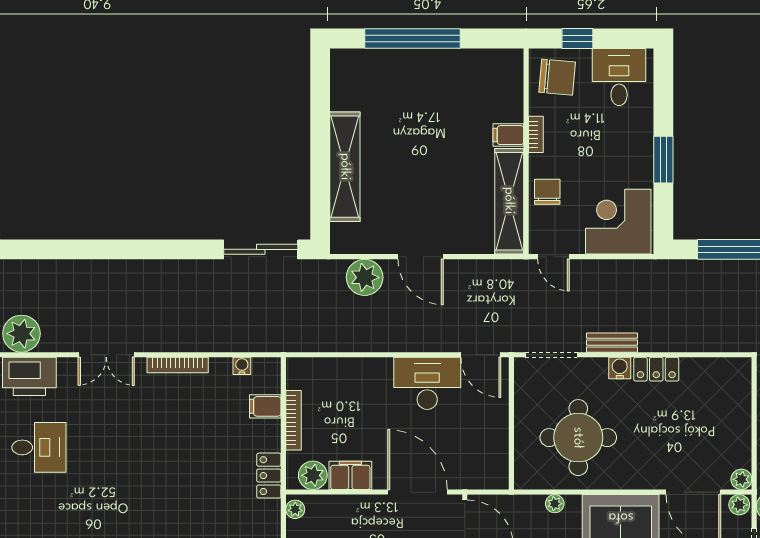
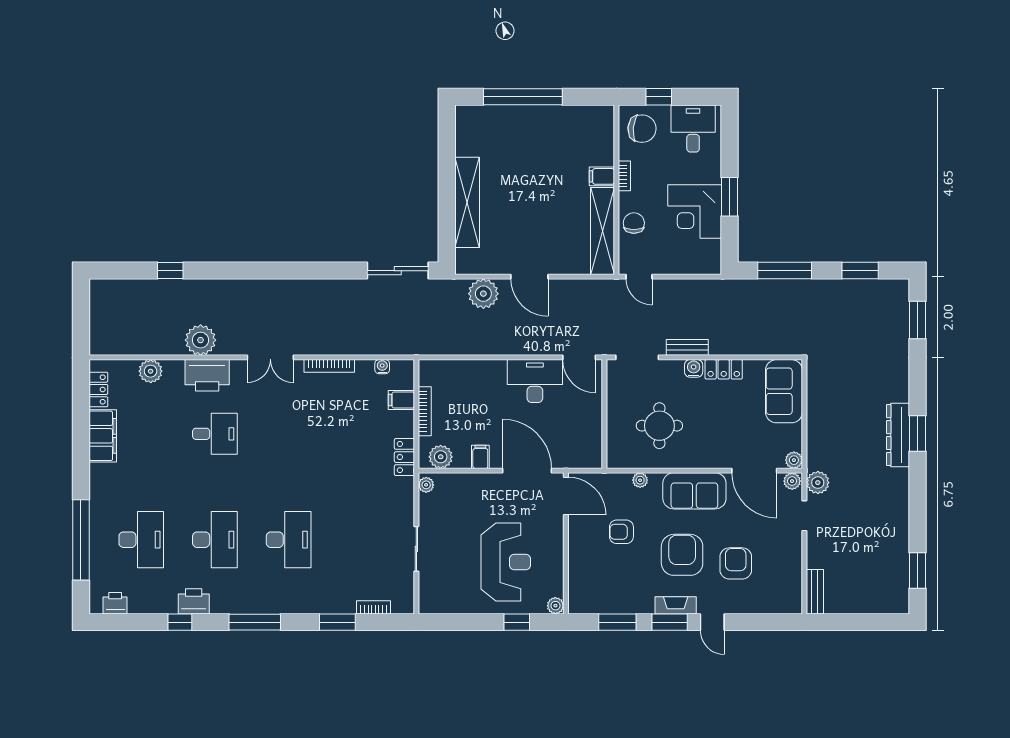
corner desk: (618, 222) -> (695, 212), moved, turned -90
sofa: (729, 396) -> (784, 391), added
round table: (578, 438) -> (659, 426), width x0.73, depth x0.73
filing cabinet: (350, 475) -> (480, 457), width x0.50

